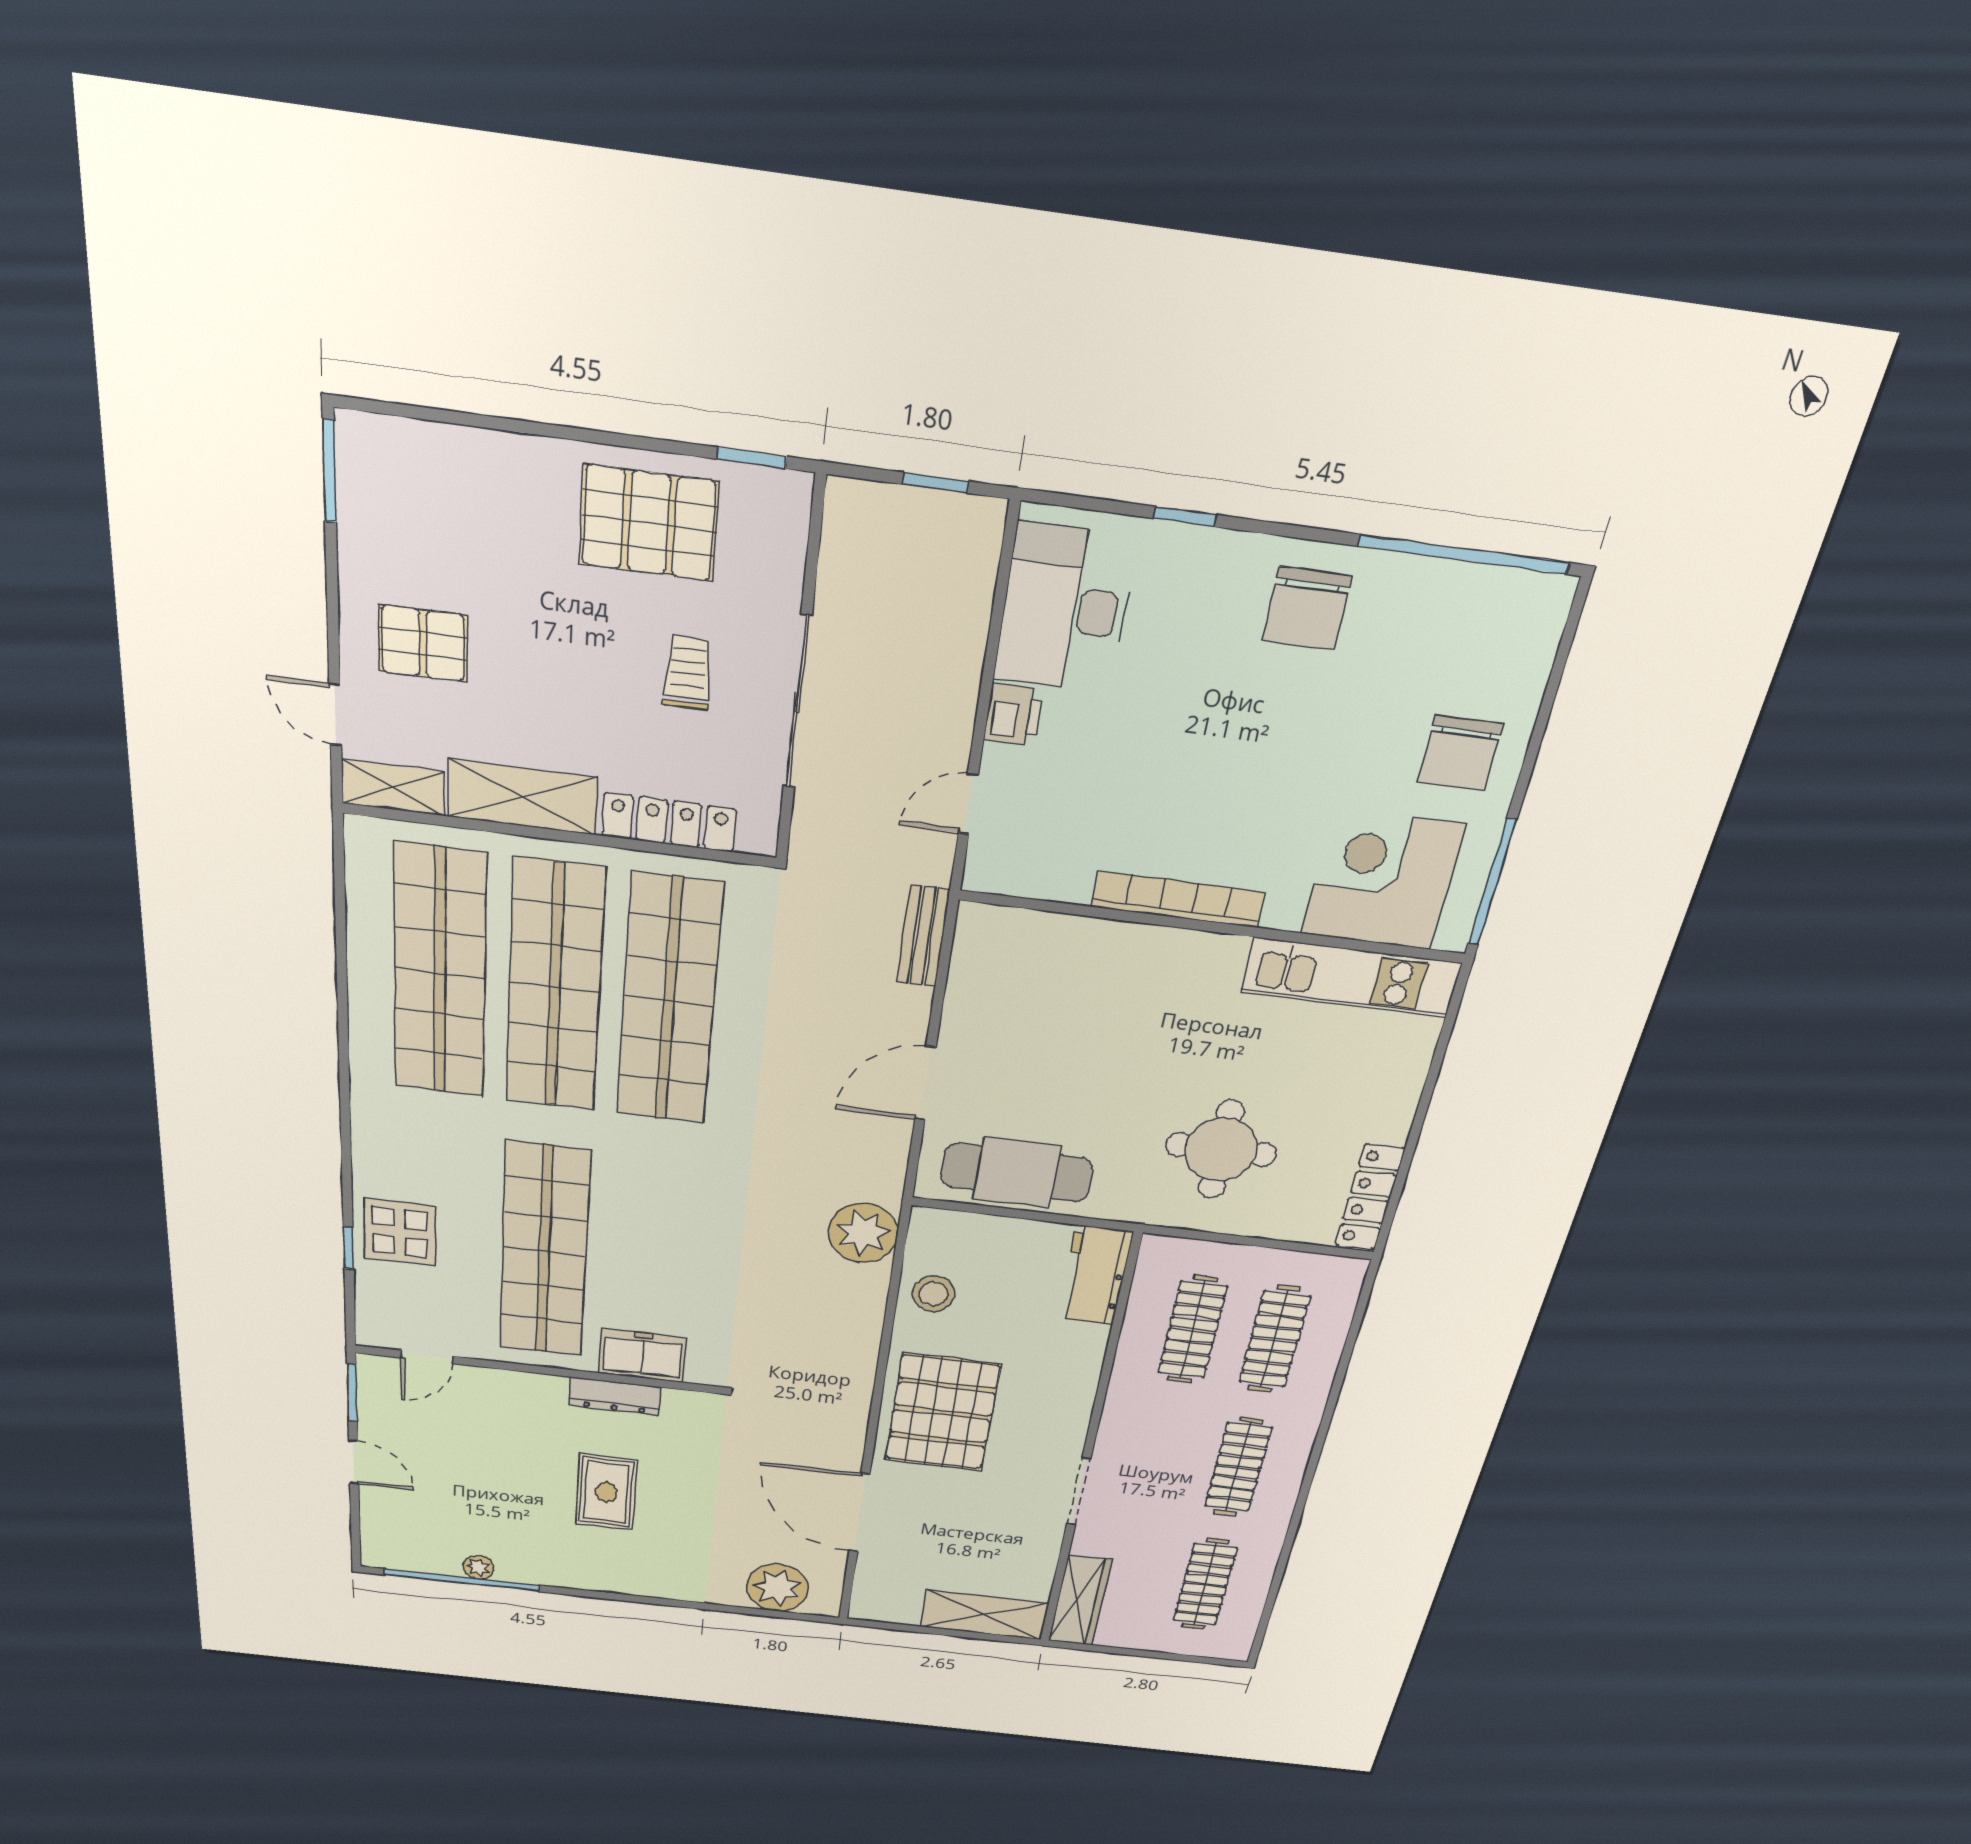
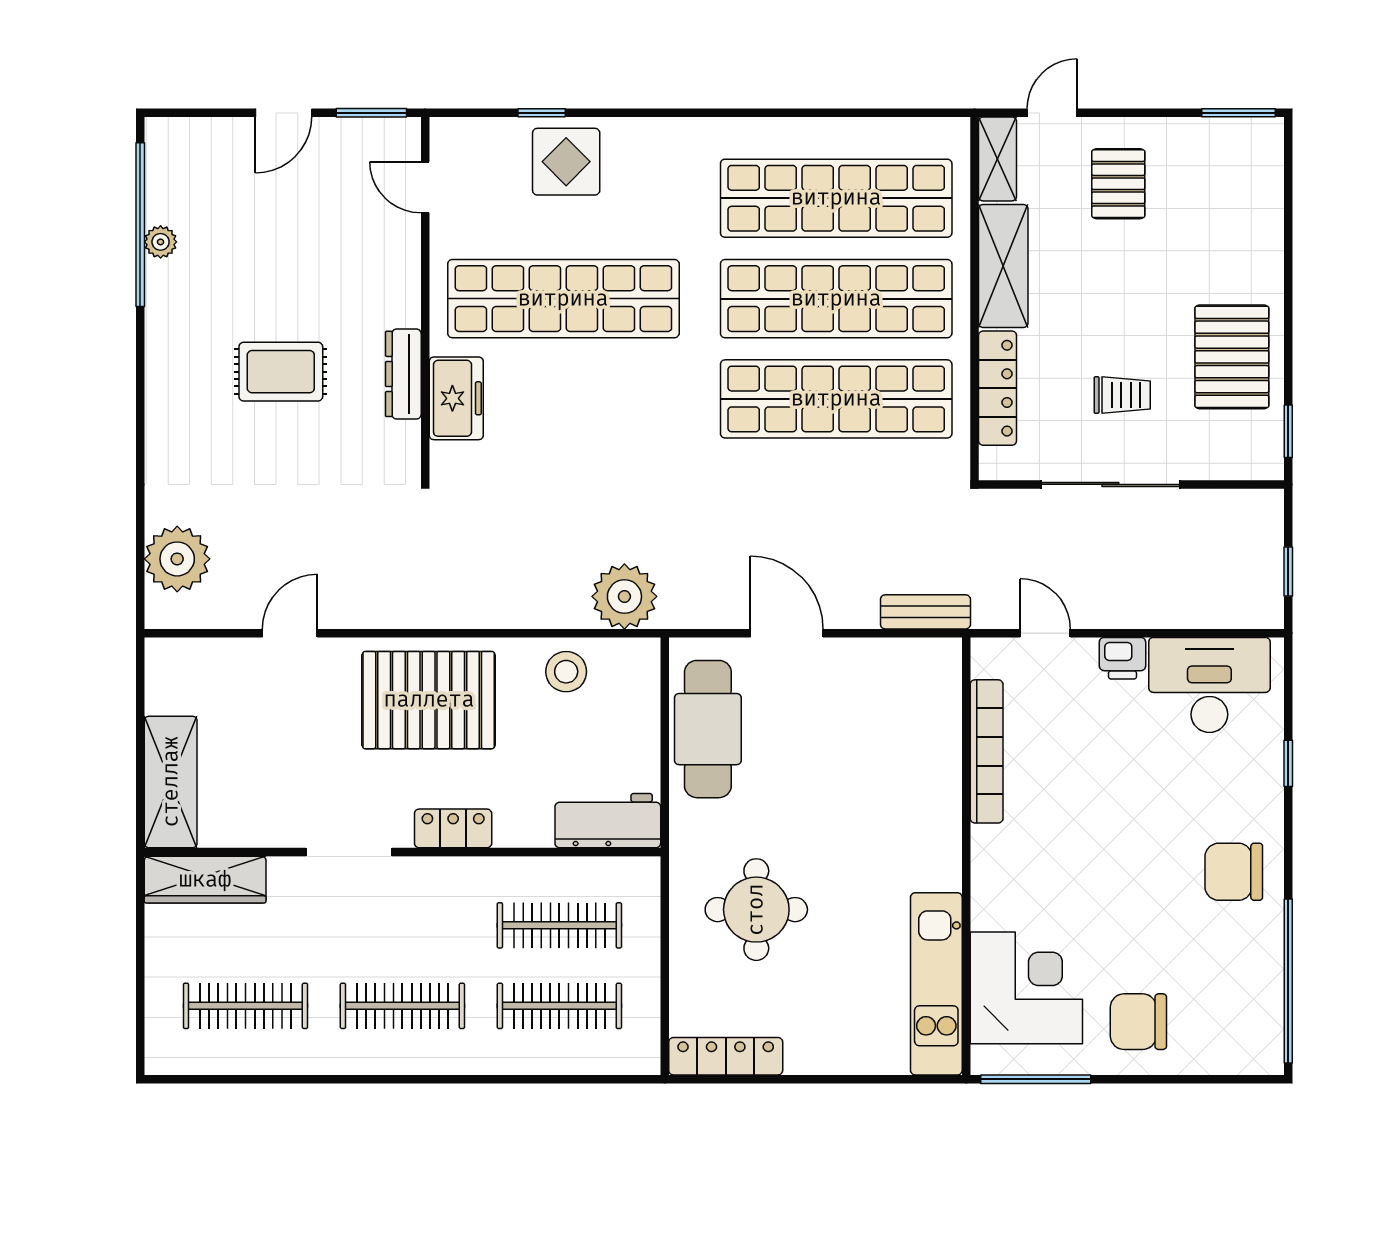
bookcase: (1178, 899) -> (987, 751), moved
locker: (1074, 1407) -> (453, 828), added
door: (859, 1513) -> (290, 633), width x0.53

